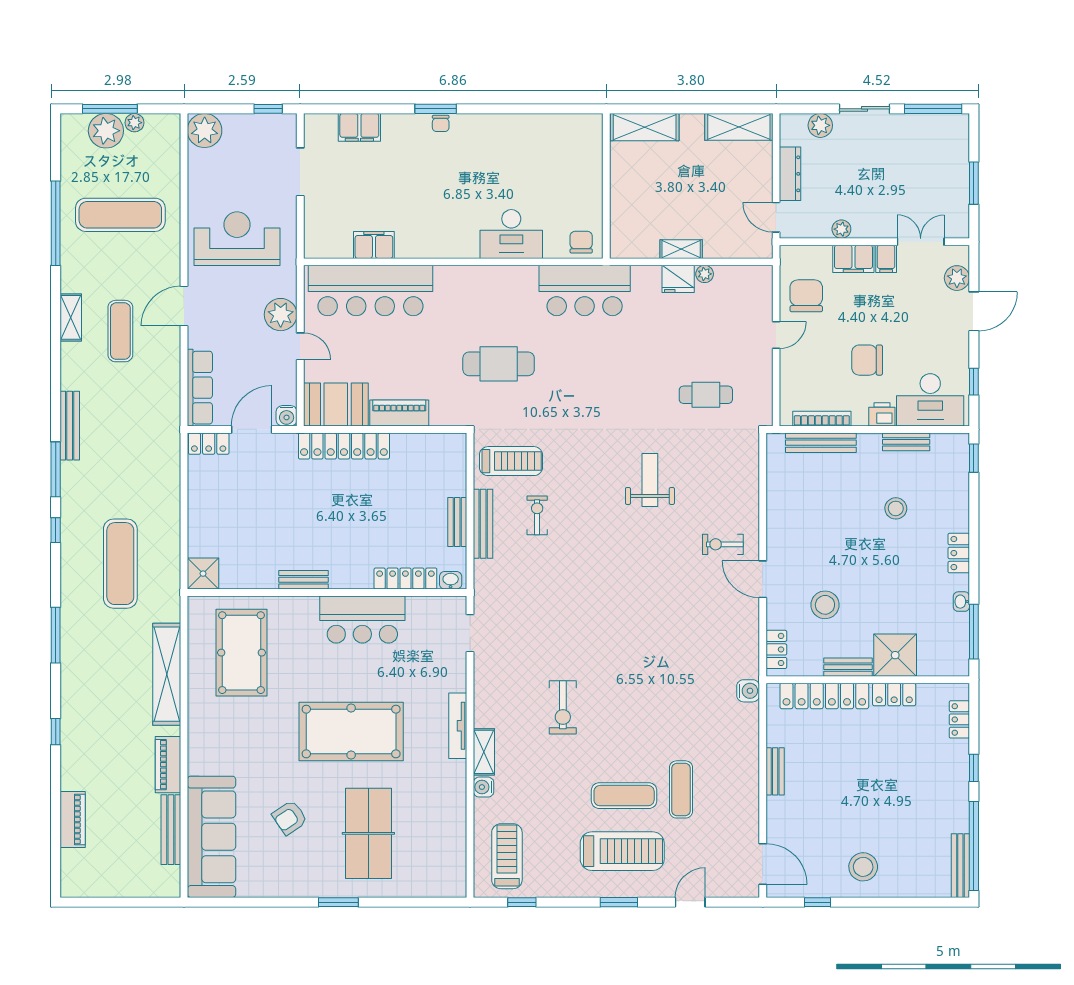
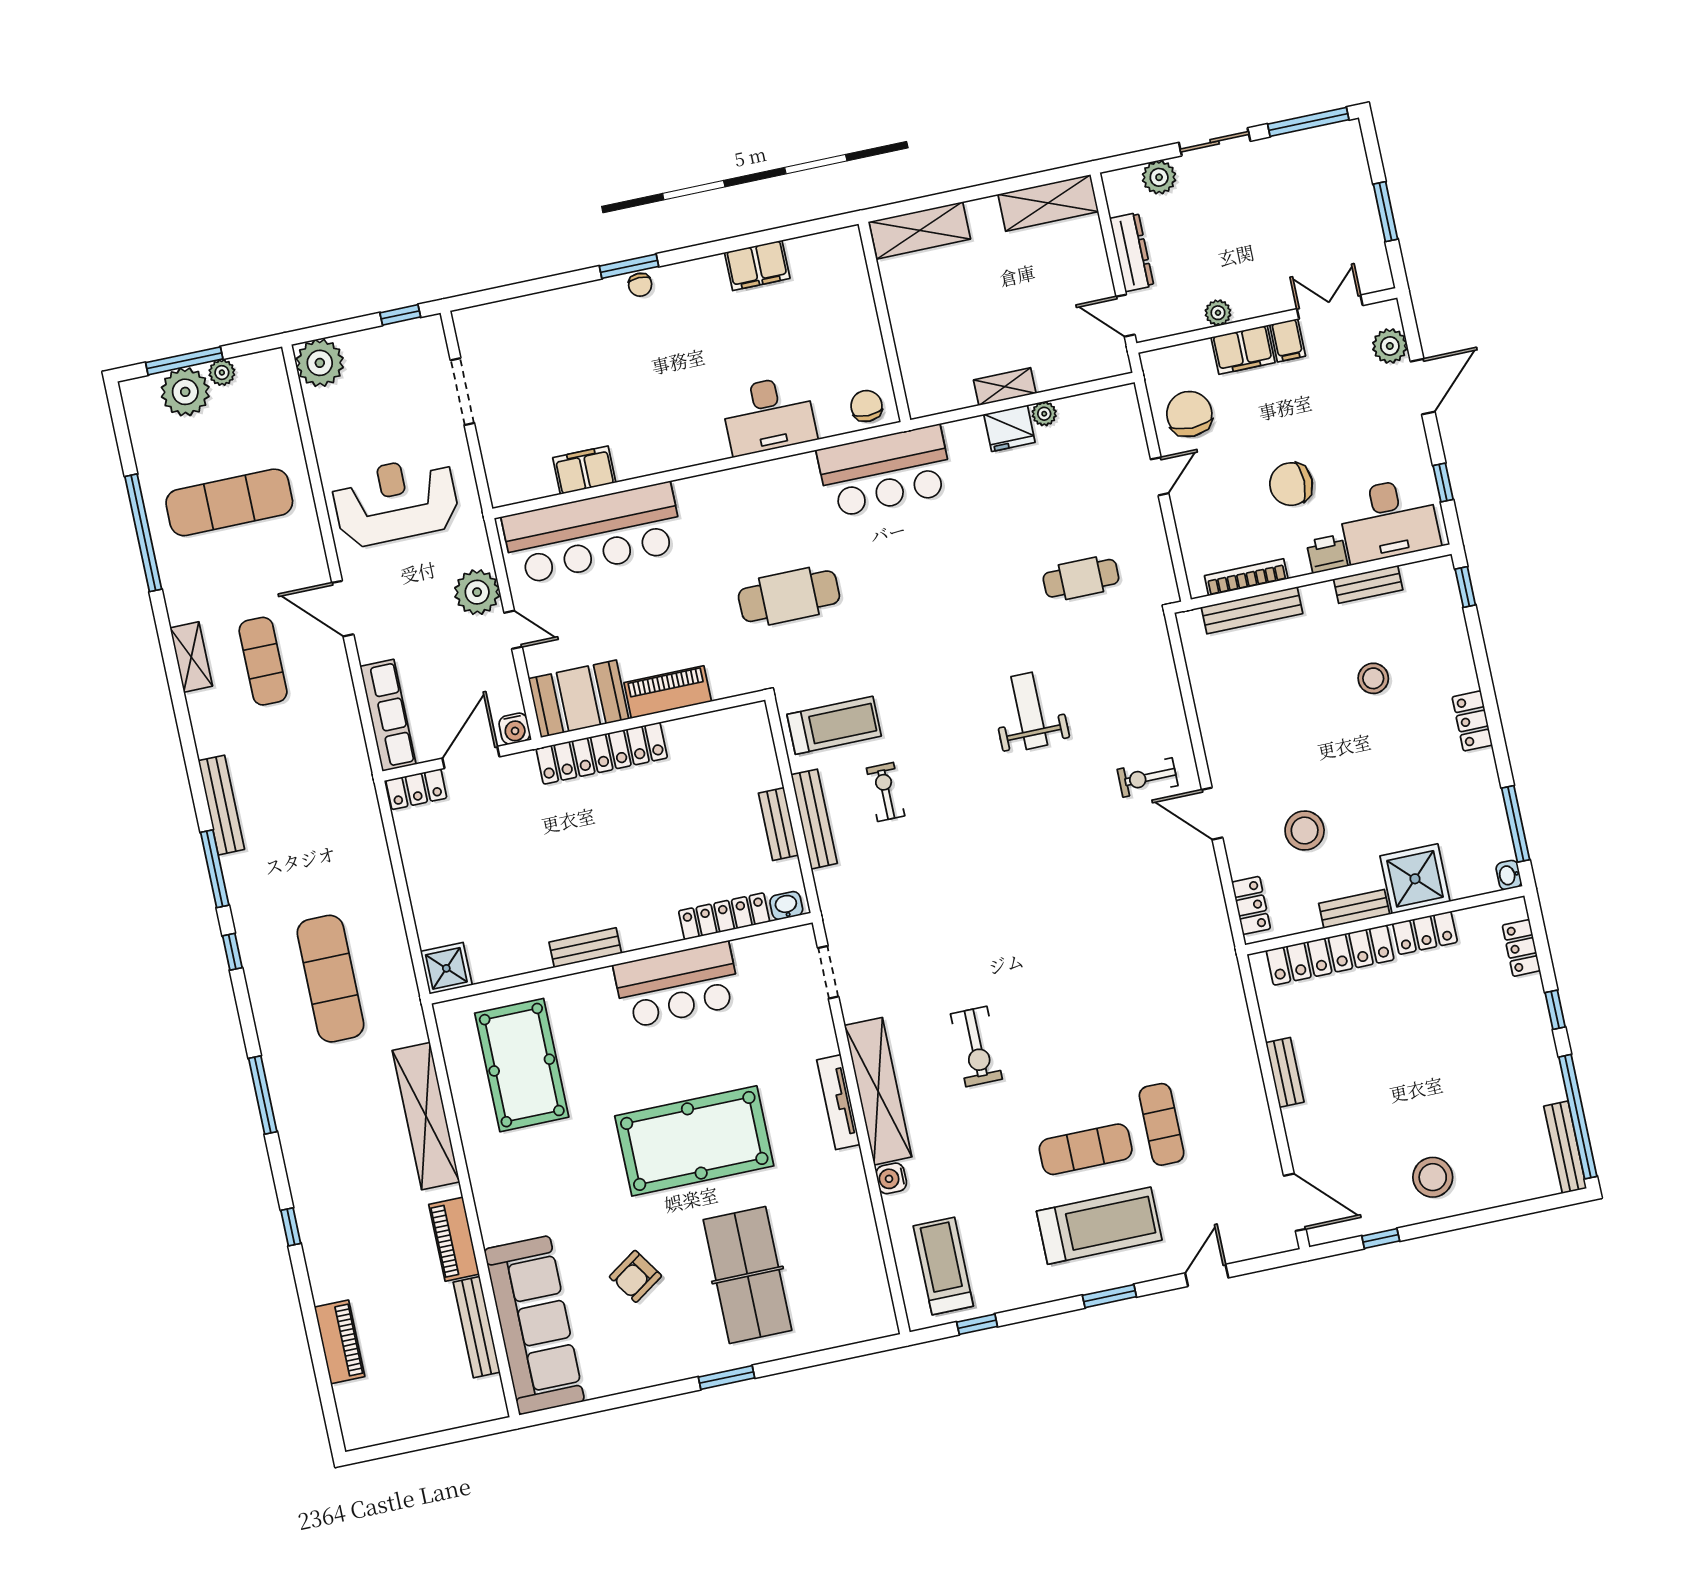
filing cabinet: (359, 127) -> (757, 265), moved
door: (184, 306) -> (343, 609), hinge flipped
washbasin: (961, 602) -> (1509, 875), moved
water cooler: (748, 691) -> (1225, 970), removed
shelving: (484, 752) -> (878, 1091), width x2.20, depth x1.33

